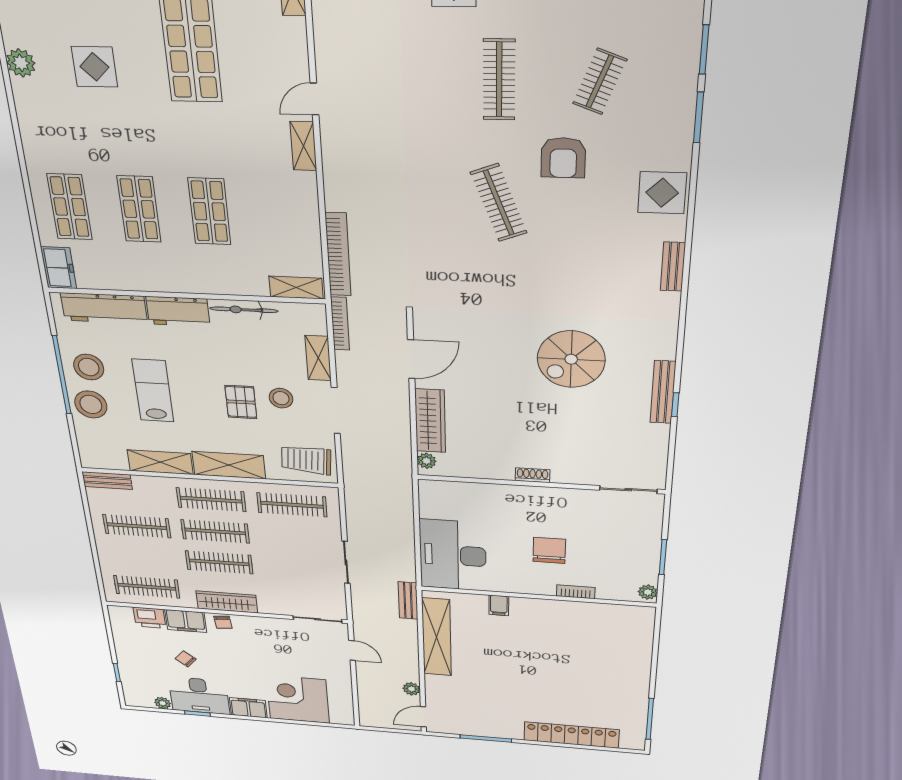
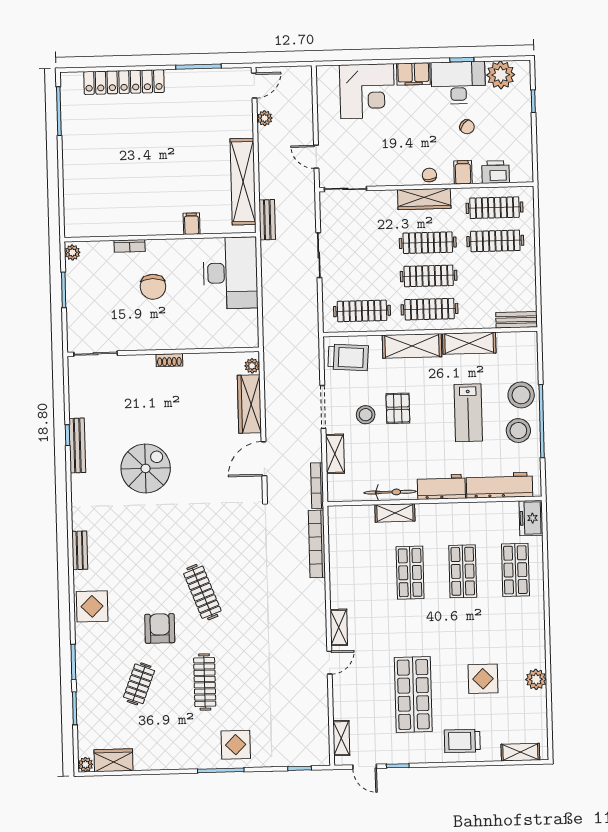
shelving: (296, 288) -> (395, 513), moved
clothes rail: (137, 526) -> (495, 241), moved
filing cabinet: (186, 621) -> (463, 172), width x0.50
plant: (163, 703) -> (501, 75), width x1.88, depth x1.88

